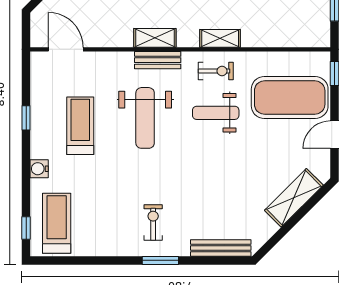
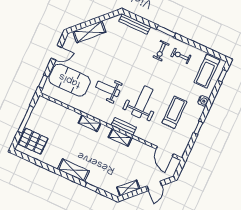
exercise bike: (216, 71) -> (181, 56), moved
weight bench: (216, 113) -> (108, 89), turned 180
treadmill: (80, 126) -> (174, 112), turned 180

